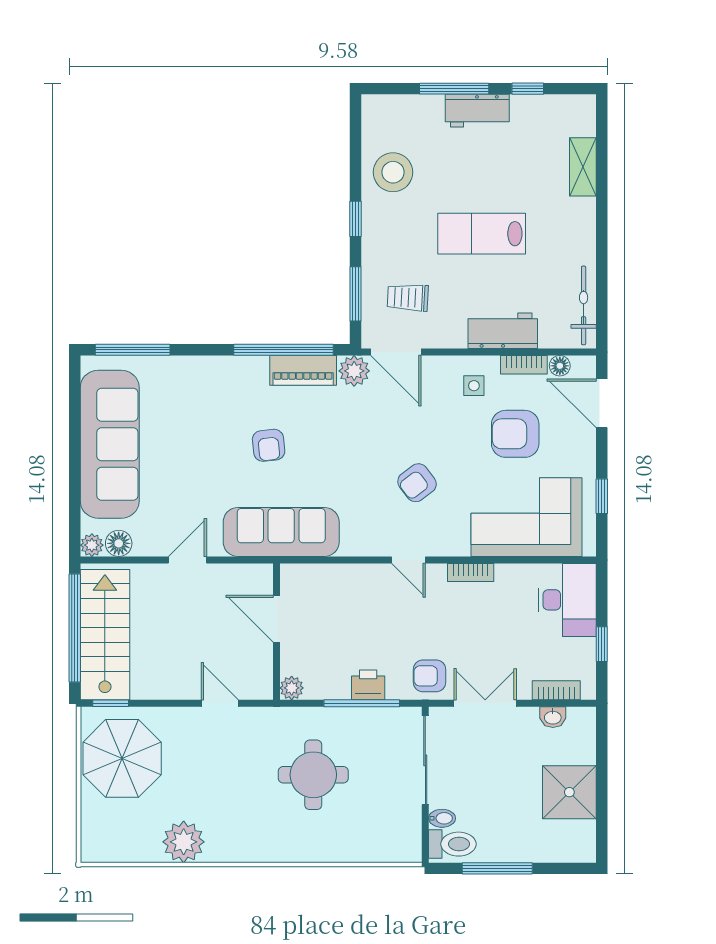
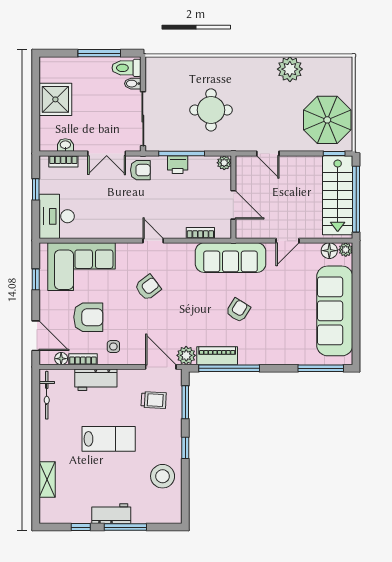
armchair: (269, 445) -> (238, 310), turned 38
bookcase: (471, 573) -> (200, 233), moved

